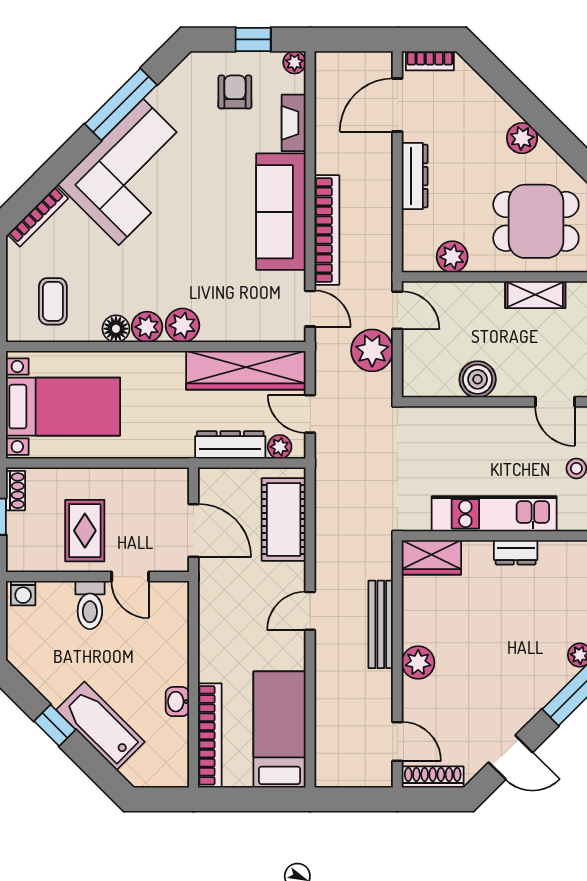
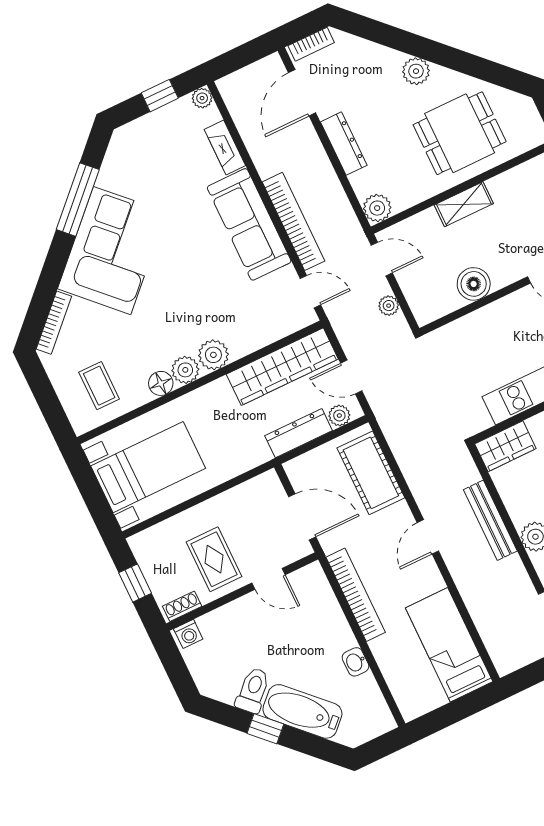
armchair: (235, 92) -> (165, 145), removed
plant: (452, 257) -> (377, 208), moved
shelving: (535, 295) -> (464, 204), moved
plant: (372, 350) -> (389, 306), width x0.53, depth x0.53
shoe rack: (15, 491) -> (182, 606), moved, turned -90
toilet: (90, 605) -> (253, 690), moved, turned -135
bookcase: (210, 735) -> (356, 595), moved

